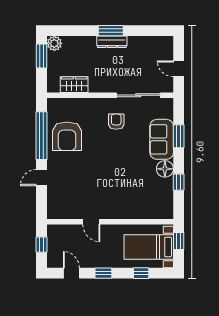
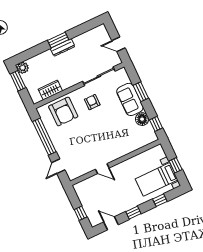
armchair: (67, 136) -> (63, 111), moved
door: (91, 222) -> (102, 169), moved
wall: (110, 222) -> (115, 162), moved

